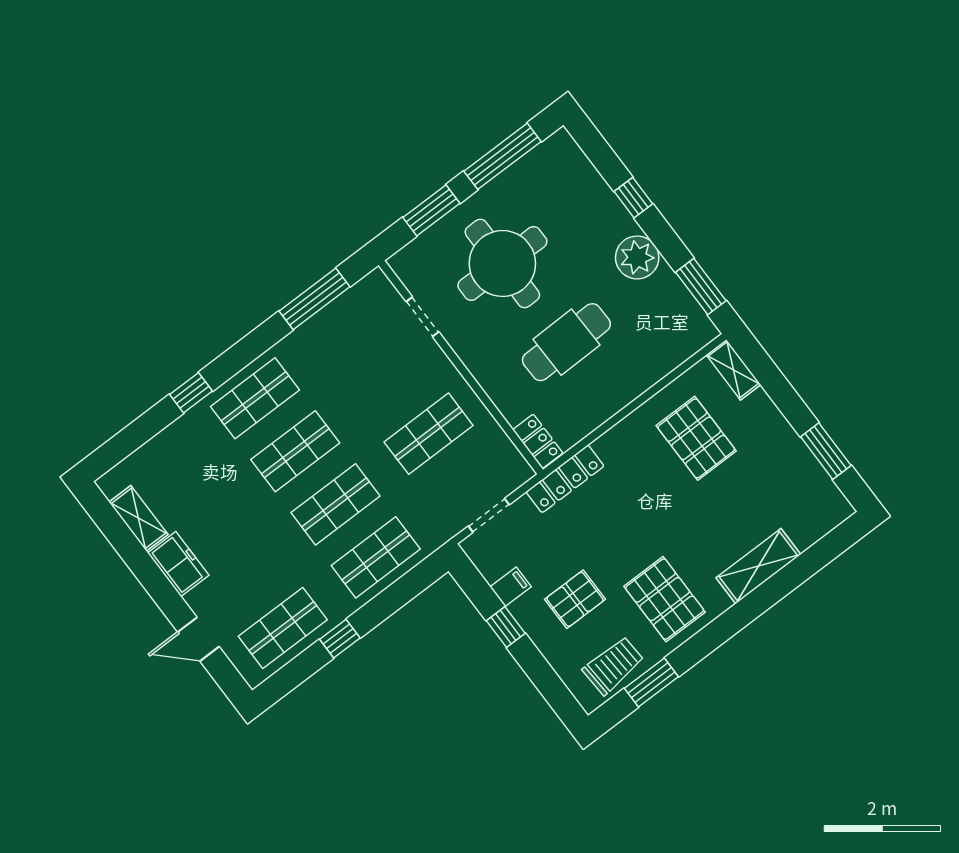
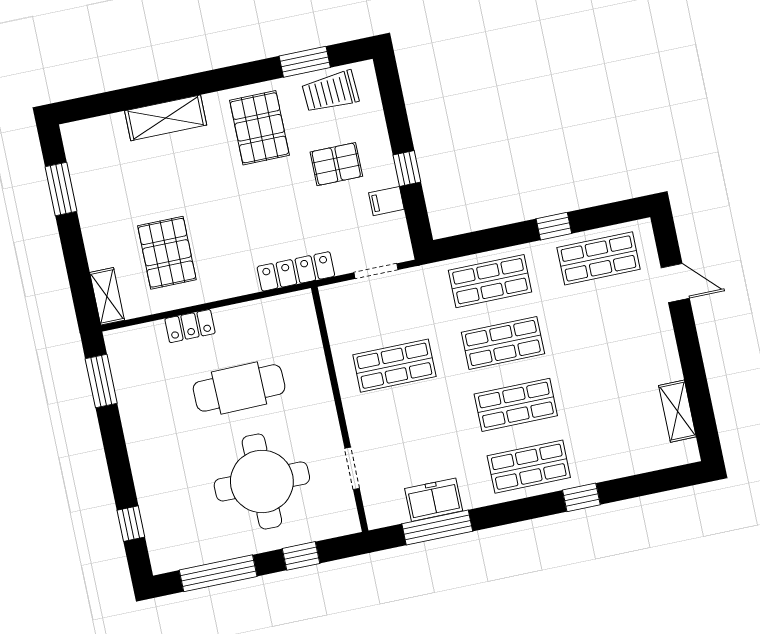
window: (633, 198) -> (131, 524), moved
window: (431, 210) -> (301, 556), width x0.67
plant: (637, 257) -> (144, 432), removed
locker: (538, 441) -> (190, 326), moved, turned -90
freezer: (178, 564) -> (434, 500), moved, turned 90

